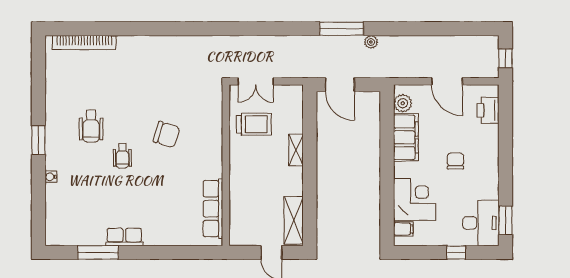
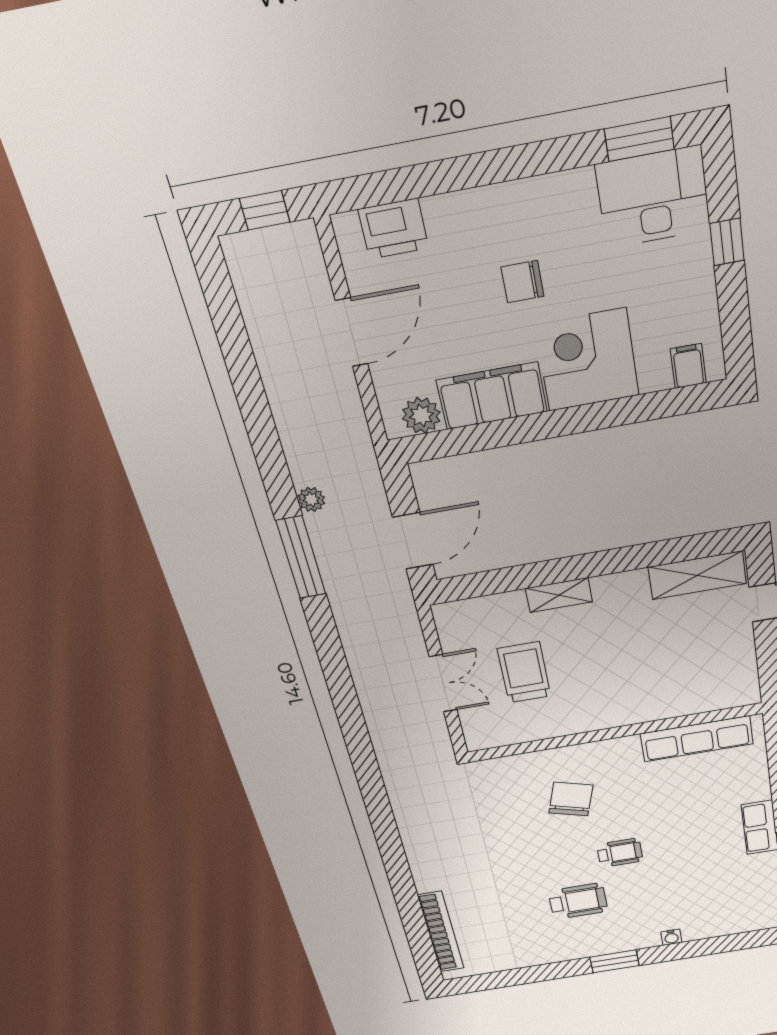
wall: (226, 165) -> (615, 733), moved
corner desk: (415, 199) -> (587, 360), moved
row of seats: (213, 209) -> (697, 739), moved

